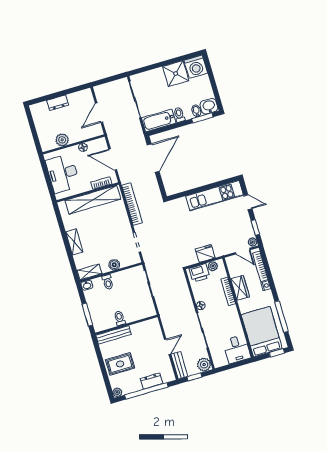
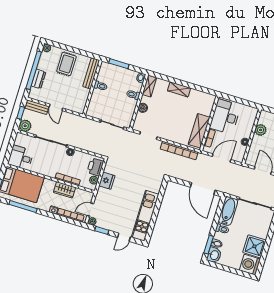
desk: (63, 173) -> (225, 117), moved, turned -90
shelving: (93, 200) -> (199, 131), width x0.68

